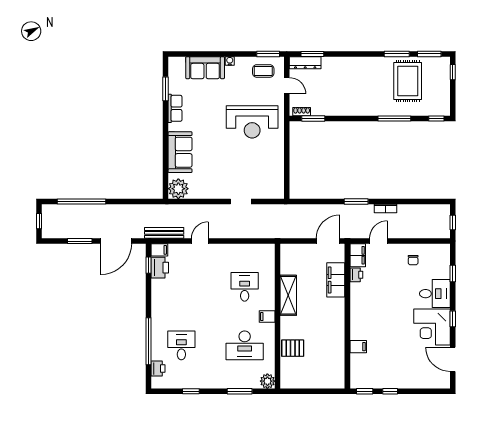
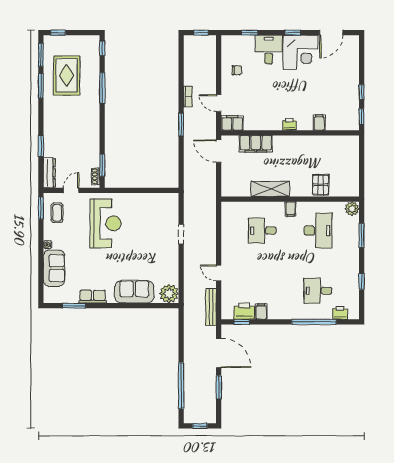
window: (312, 54) -> (41, 146), moved
rug: (408, 81) -> (67, 75), turned 90
filing cabinet: (159, 250) -> (261, 312), moved
printer: (356, 275) -> (289, 124), moved

